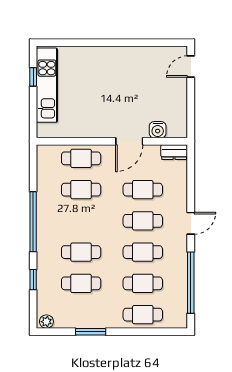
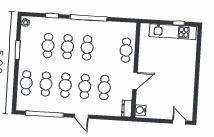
water cooler: (158, 130) -> (140, 110), moved
door: (129, 141) -> (135, 81), swing flipped
cafe table: (81, 190) -> (87, 48), moved

